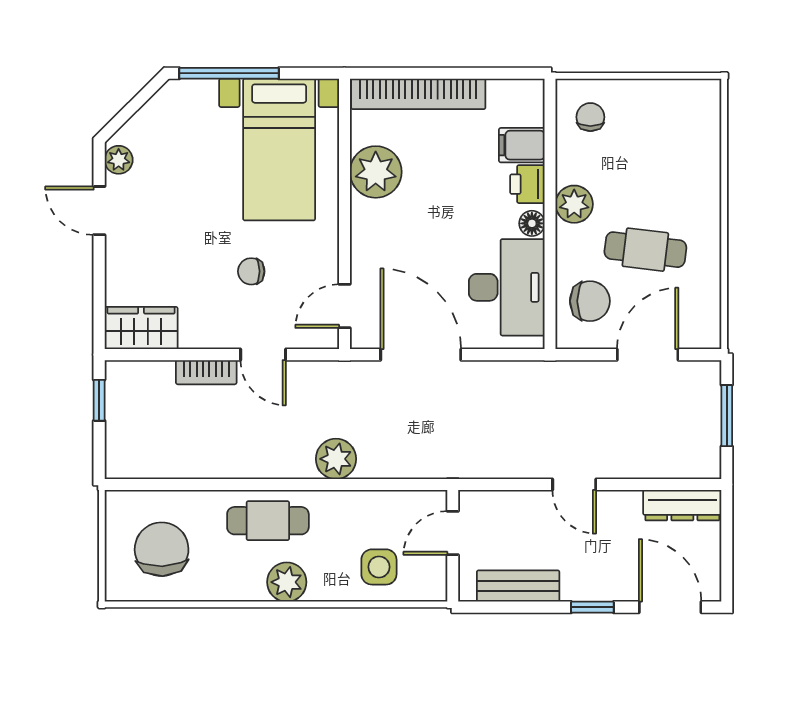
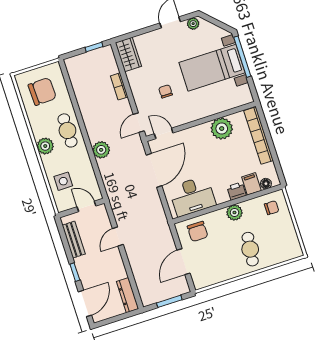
bed with nightstands: (279, 150) -> (212, 68), moved
floor lamp: (532, 223) -> (266, 184), moved
cafe table: (645, 250) -> (250, 249), moved
door: (263, 355) -> (139, 123), moved
door: (648, 355) -> (184, 262), swing flipped
door: (574, 484) -> (118, 237), moved

